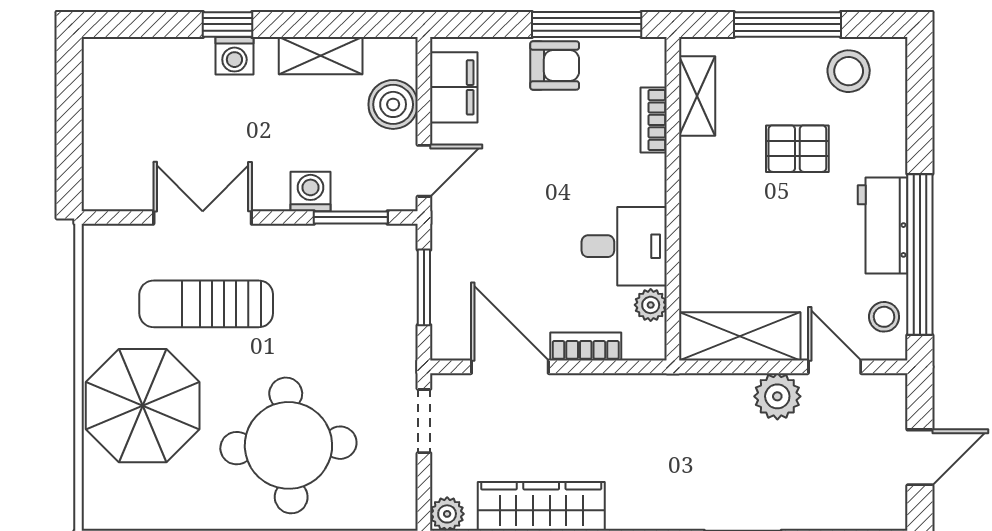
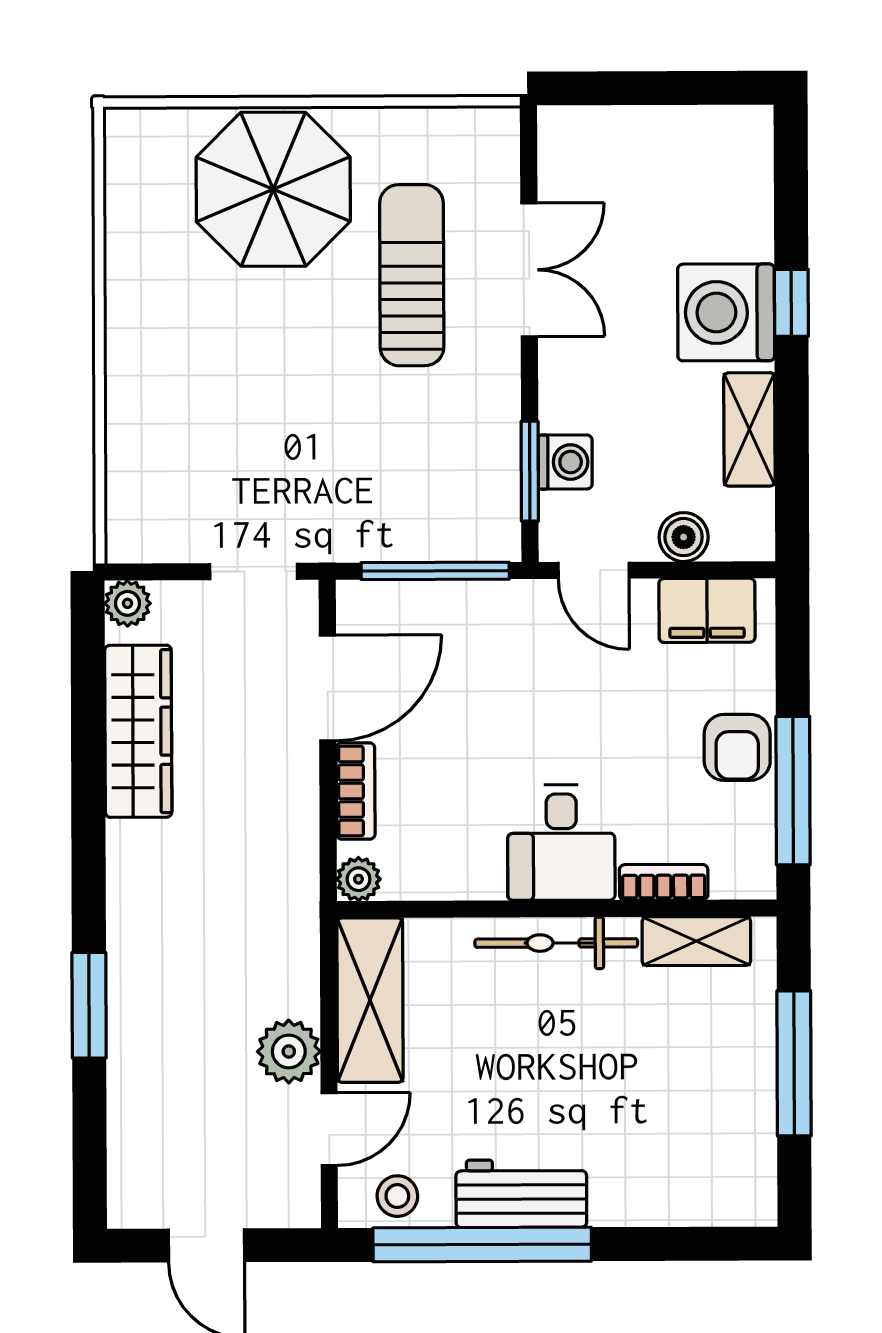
washing machine: (234, 56) -> (726, 312), width x1.89, depth x1.89
stool: (849, 71) -> (731, 1147), removed
boiler: (393, 104) -> (684, 537), width x0.73, depth x0.73
pallet: (797, 149) -> (625, 1078), removed
washing machine: (311, 191) -> (565, 462), moved
bicycle: (698, 199) -> (556, 943), added
desk: (624, 246) -> (561, 843), moved
window: (424, 287) -> (435, 571), width x1.44
plant: (651, 305) -> (358, 879), moved
round table: (288, 445) -> (220, 388), removed

